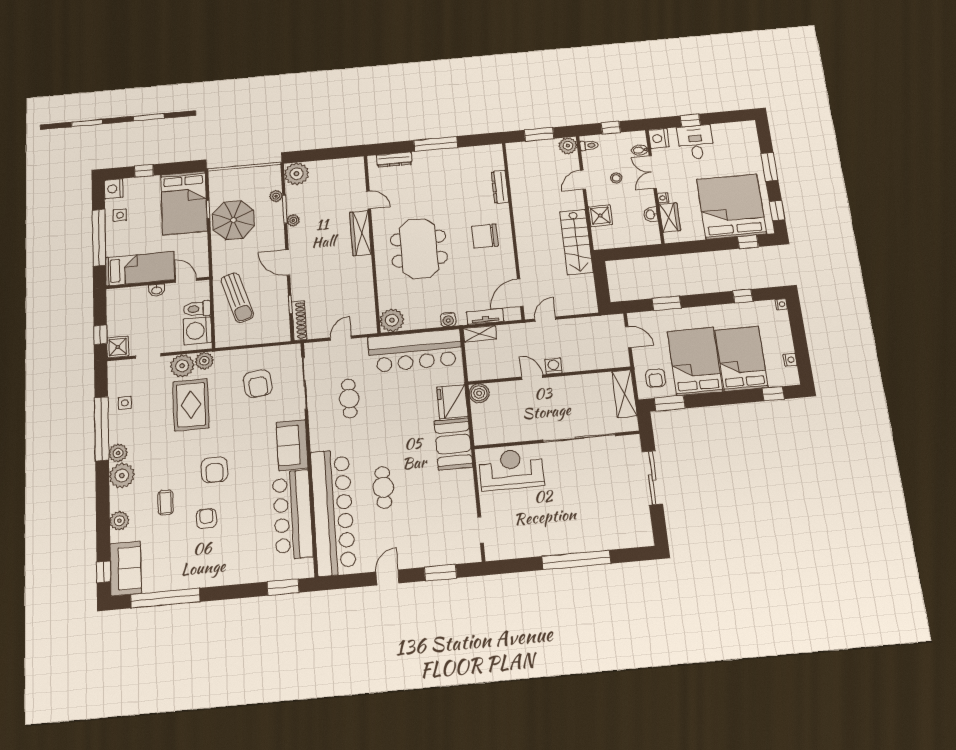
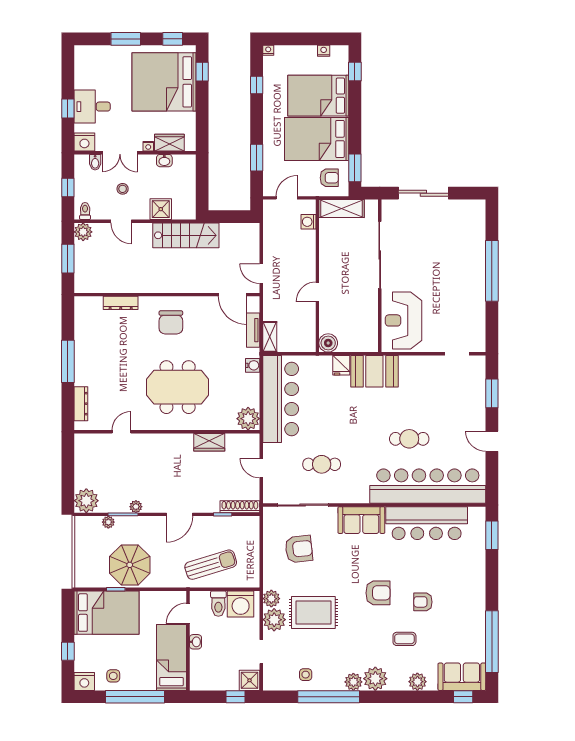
wardrobe: (361, 233) -> (209, 442), moved, width x0.67
washing machine: (553, 366) -> (308, 222), moved
fridge: (452, 402) -> (341, 365), width x0.53, depth x0.75

